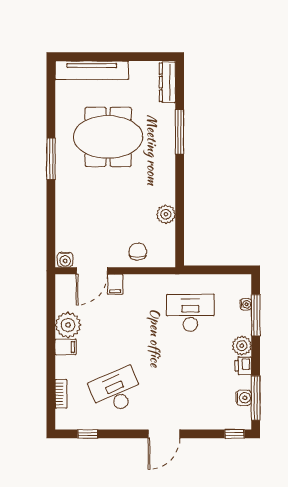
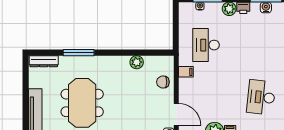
filing cabinet: (115, 284) -> (186, 72), moved
desk: (116, 391) -> (261, 97), turned 30

